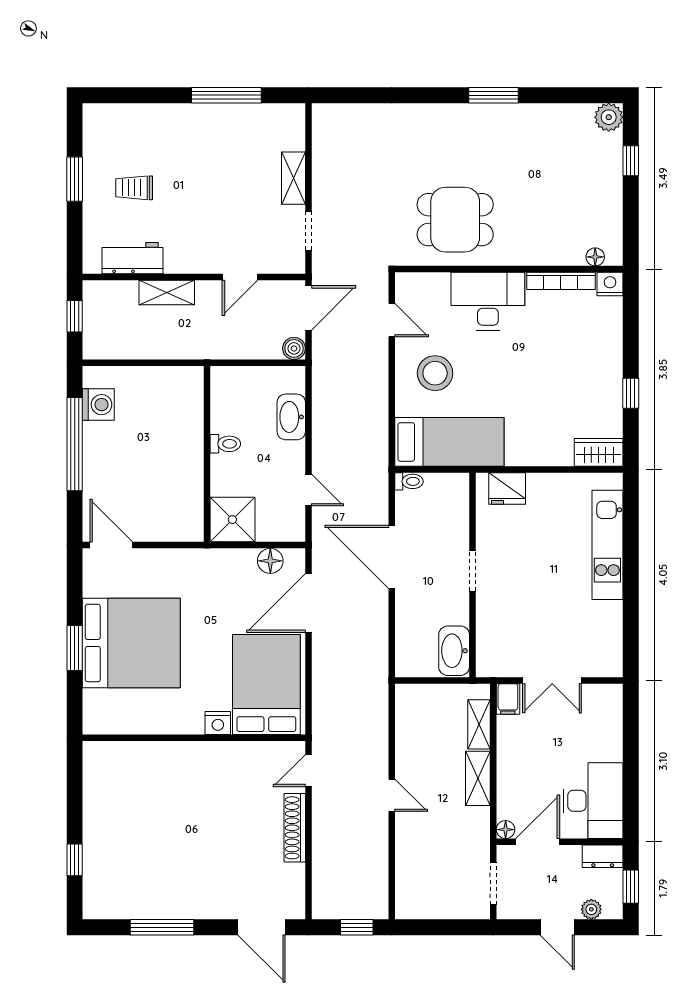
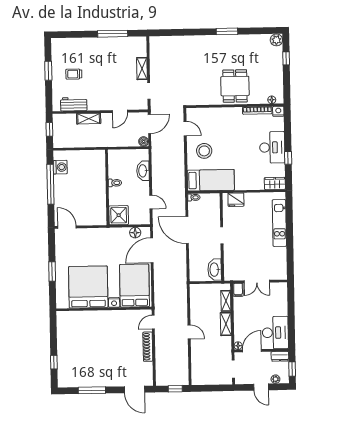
dining table: (455, 220) -> (235, 86), moved, turned 90
desk: (488, 301) -> (272, 147), moved, turned 90
bed: (131, 643) -> (88, 287), moved, turned -90

